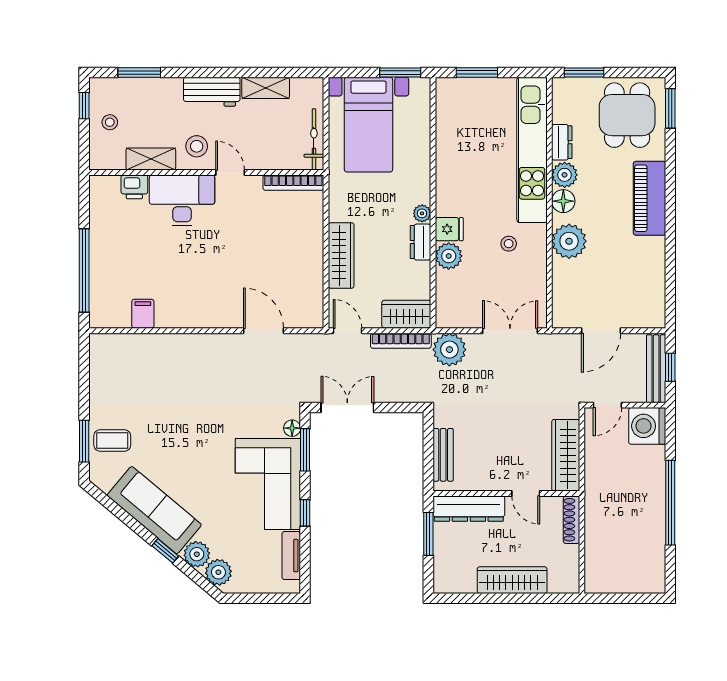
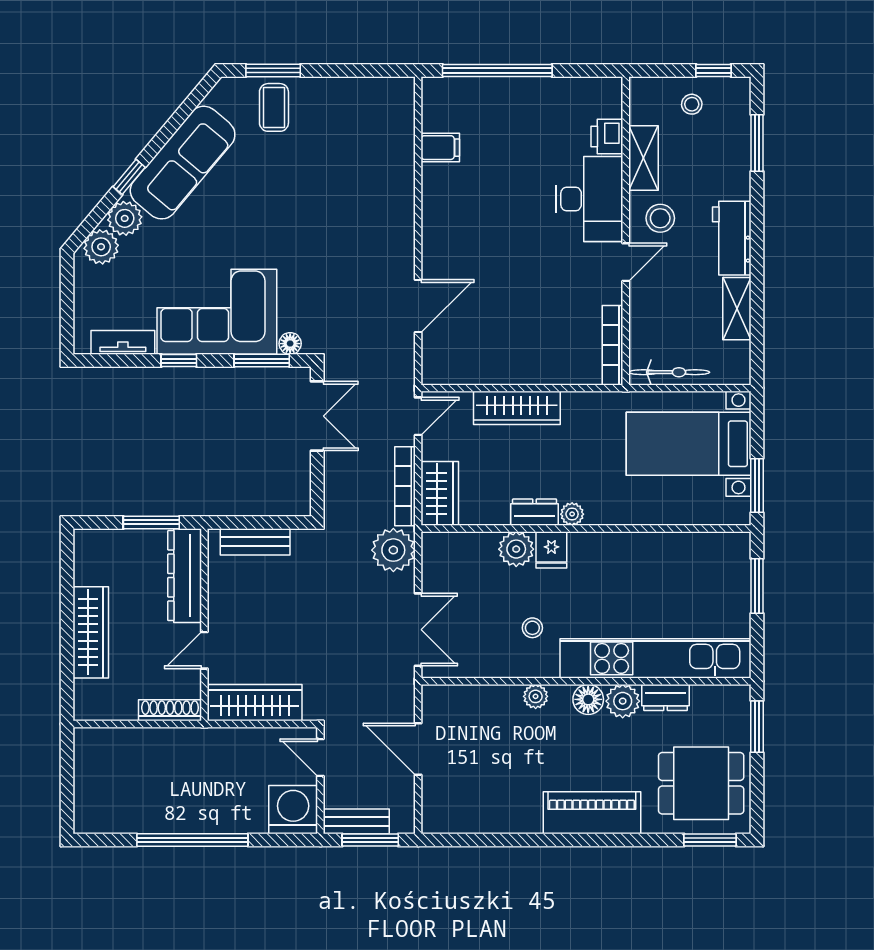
plant: (569, 241) -> (536, 696), width x0.53, depth x0.53
window: (670, 367) -> (370, 840), width x1.50
bench: (656, 369) -> (356, 821), width x0.73

